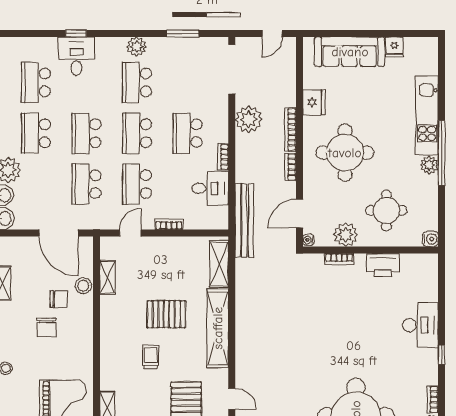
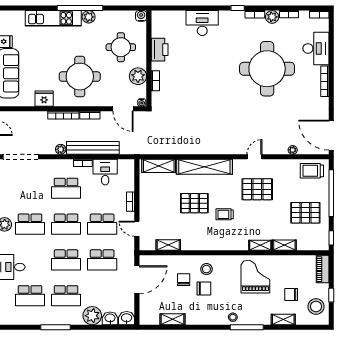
plant: (249, 119) -> (61, 149), width x0.53, depth x0.53
bench: (244, 221) -> (93, 148), moved
stool: (83, 286) -> (206, 269), moved
pallet: (166, 314) -> (194, 203), turned 90
window: (442, 355) -> (238, 8), moved

